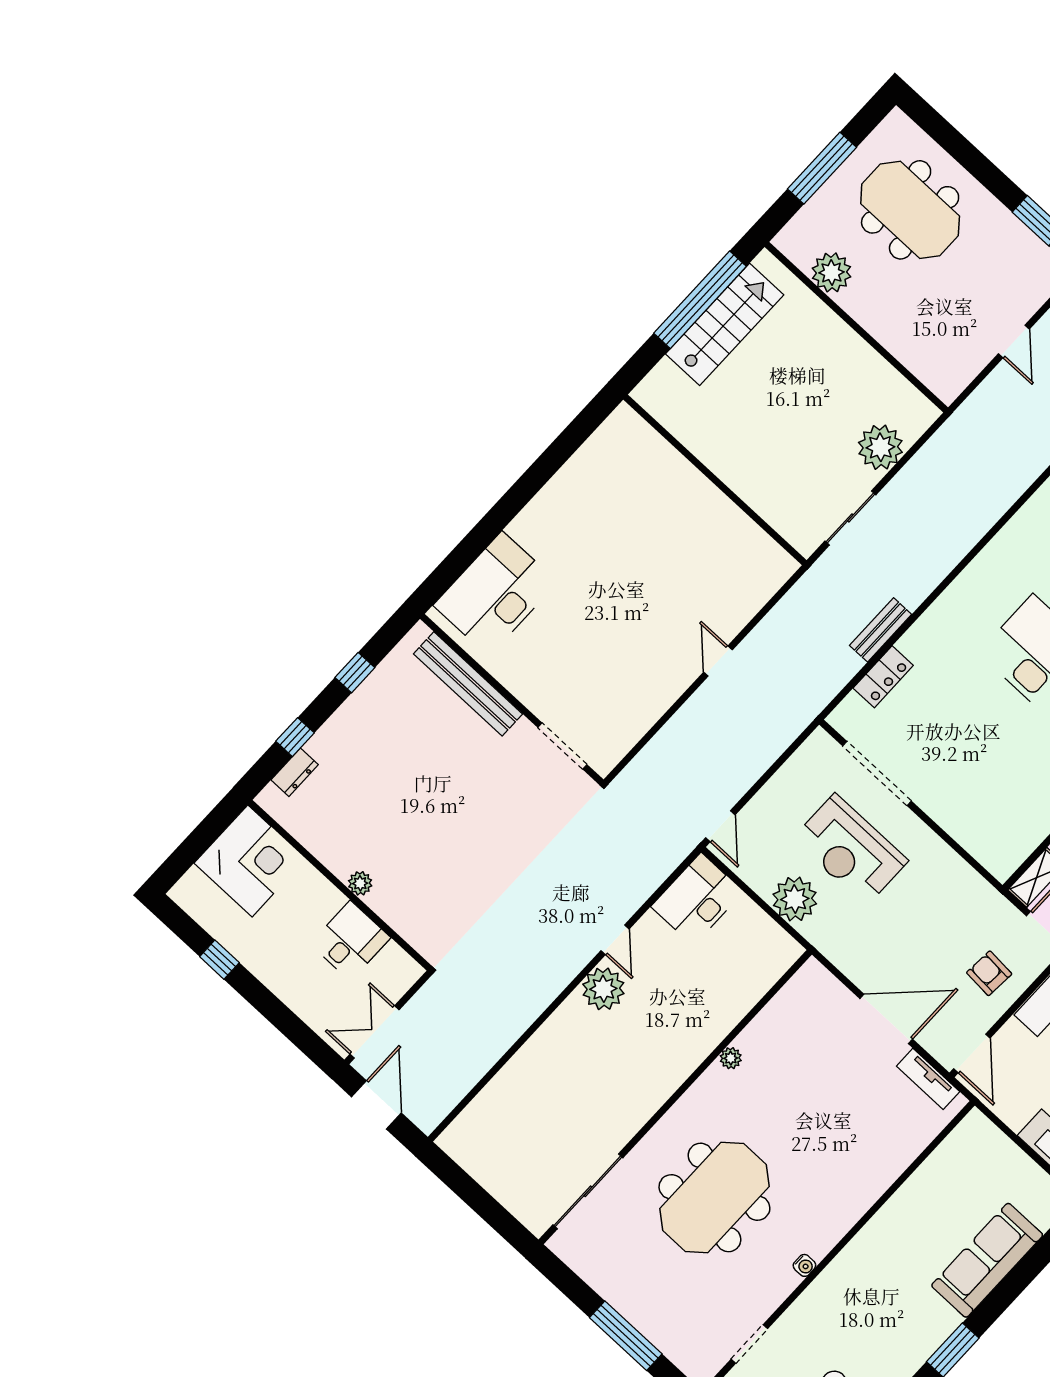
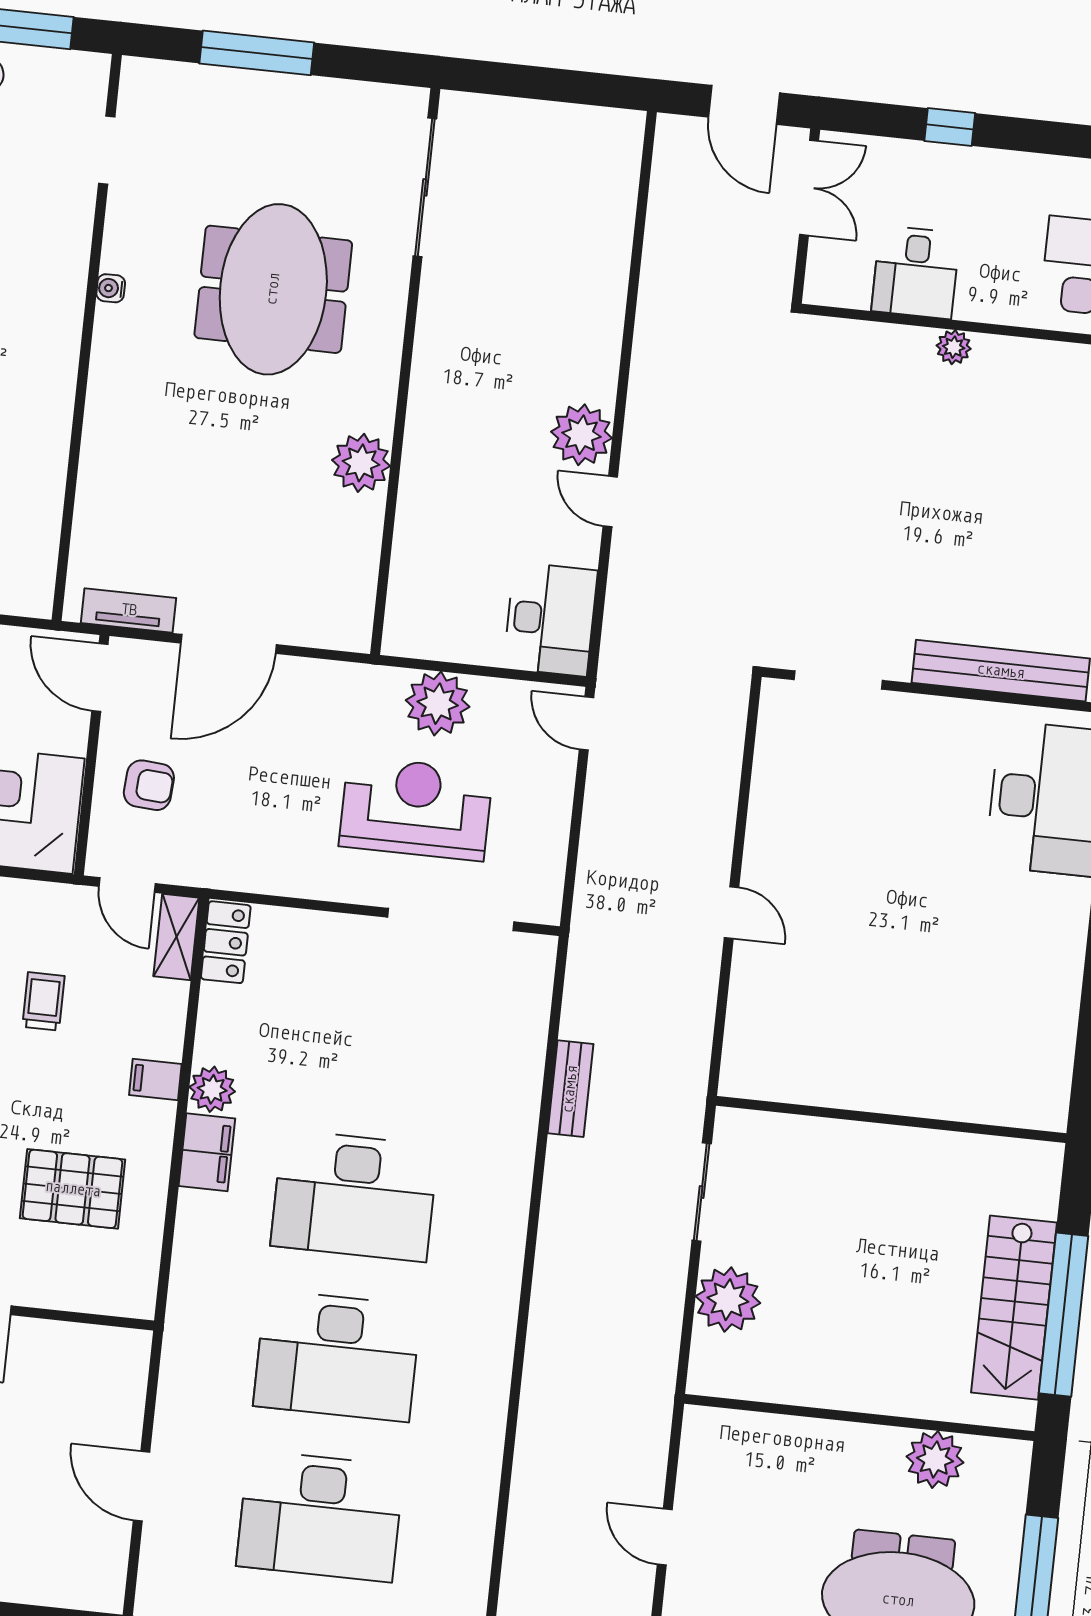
locker: (883, 677) -> (226, 942), moved, turned 180
window: (219, 960) -> (950, 127), moved
plant: (731, 1058) -> (361, 463), width x1.87, depth x1.87

